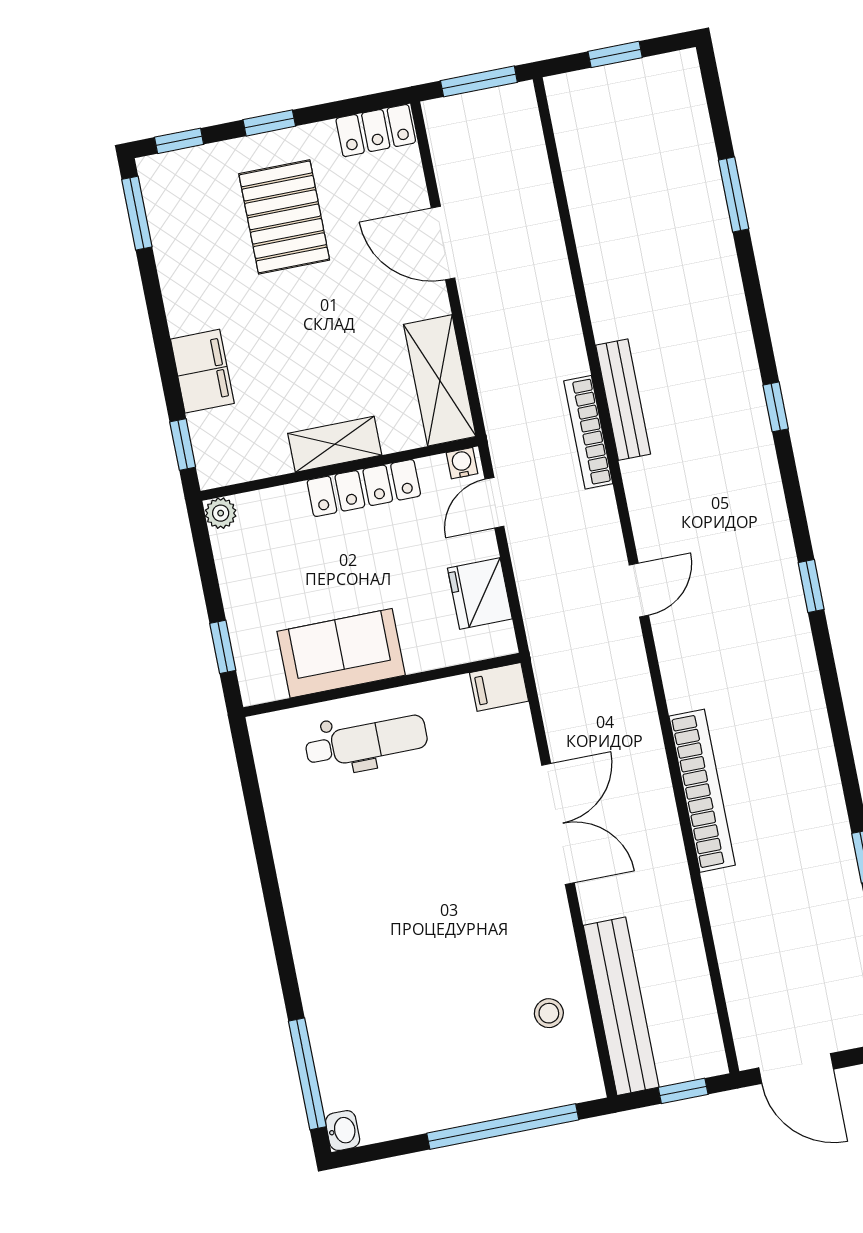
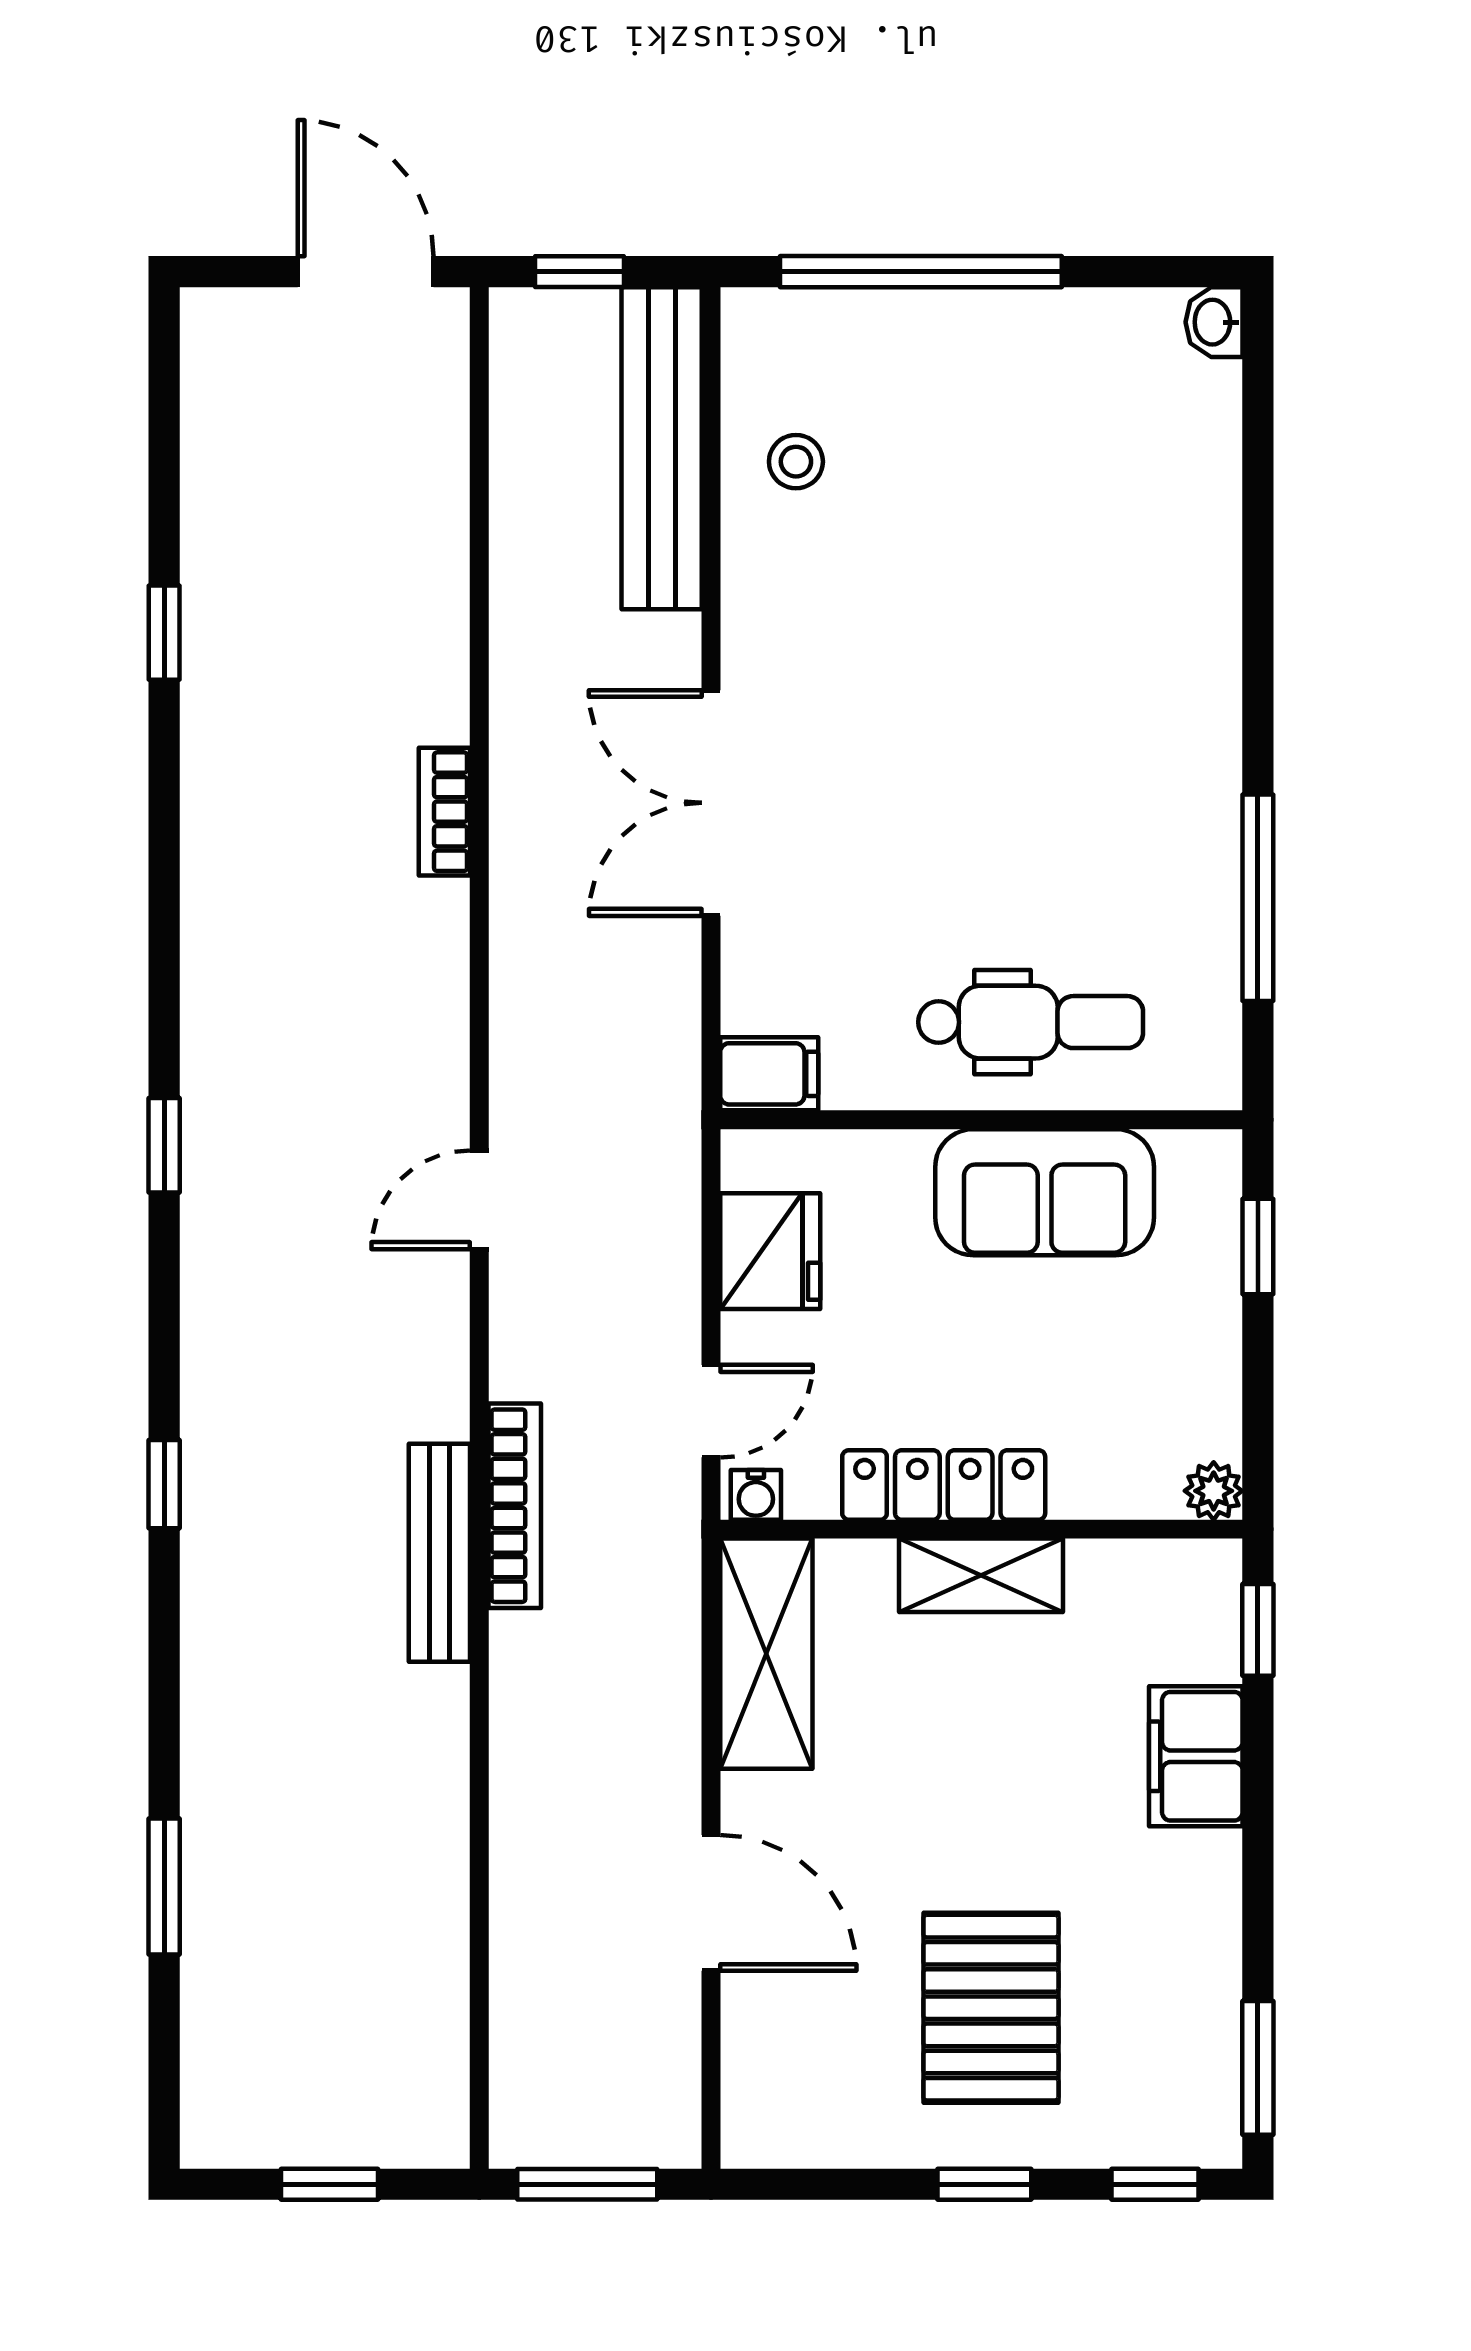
locker: (376, 131) -> (793, 2132), removed
dental chair: (366, 742) -> (1031, 1022), turned 180
bookcase: (702, 791) -> (444, 812), width x0.43, depth x0.76
window: (307, 1074) -> (1258, 898), moved

